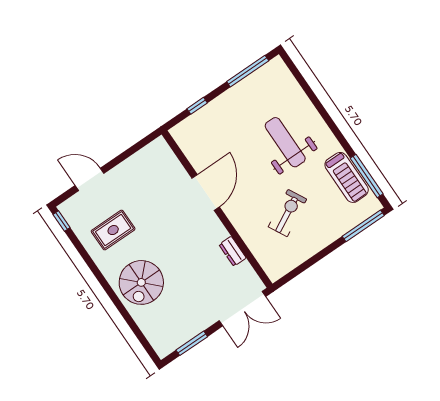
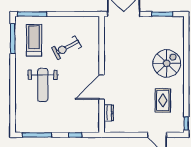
treadmill: (347, 177) -> (34, 40), moved
rug: (113, 230) -> (163, 100), turned 90
dresser: (233, 251) -> (109, 113), moved

